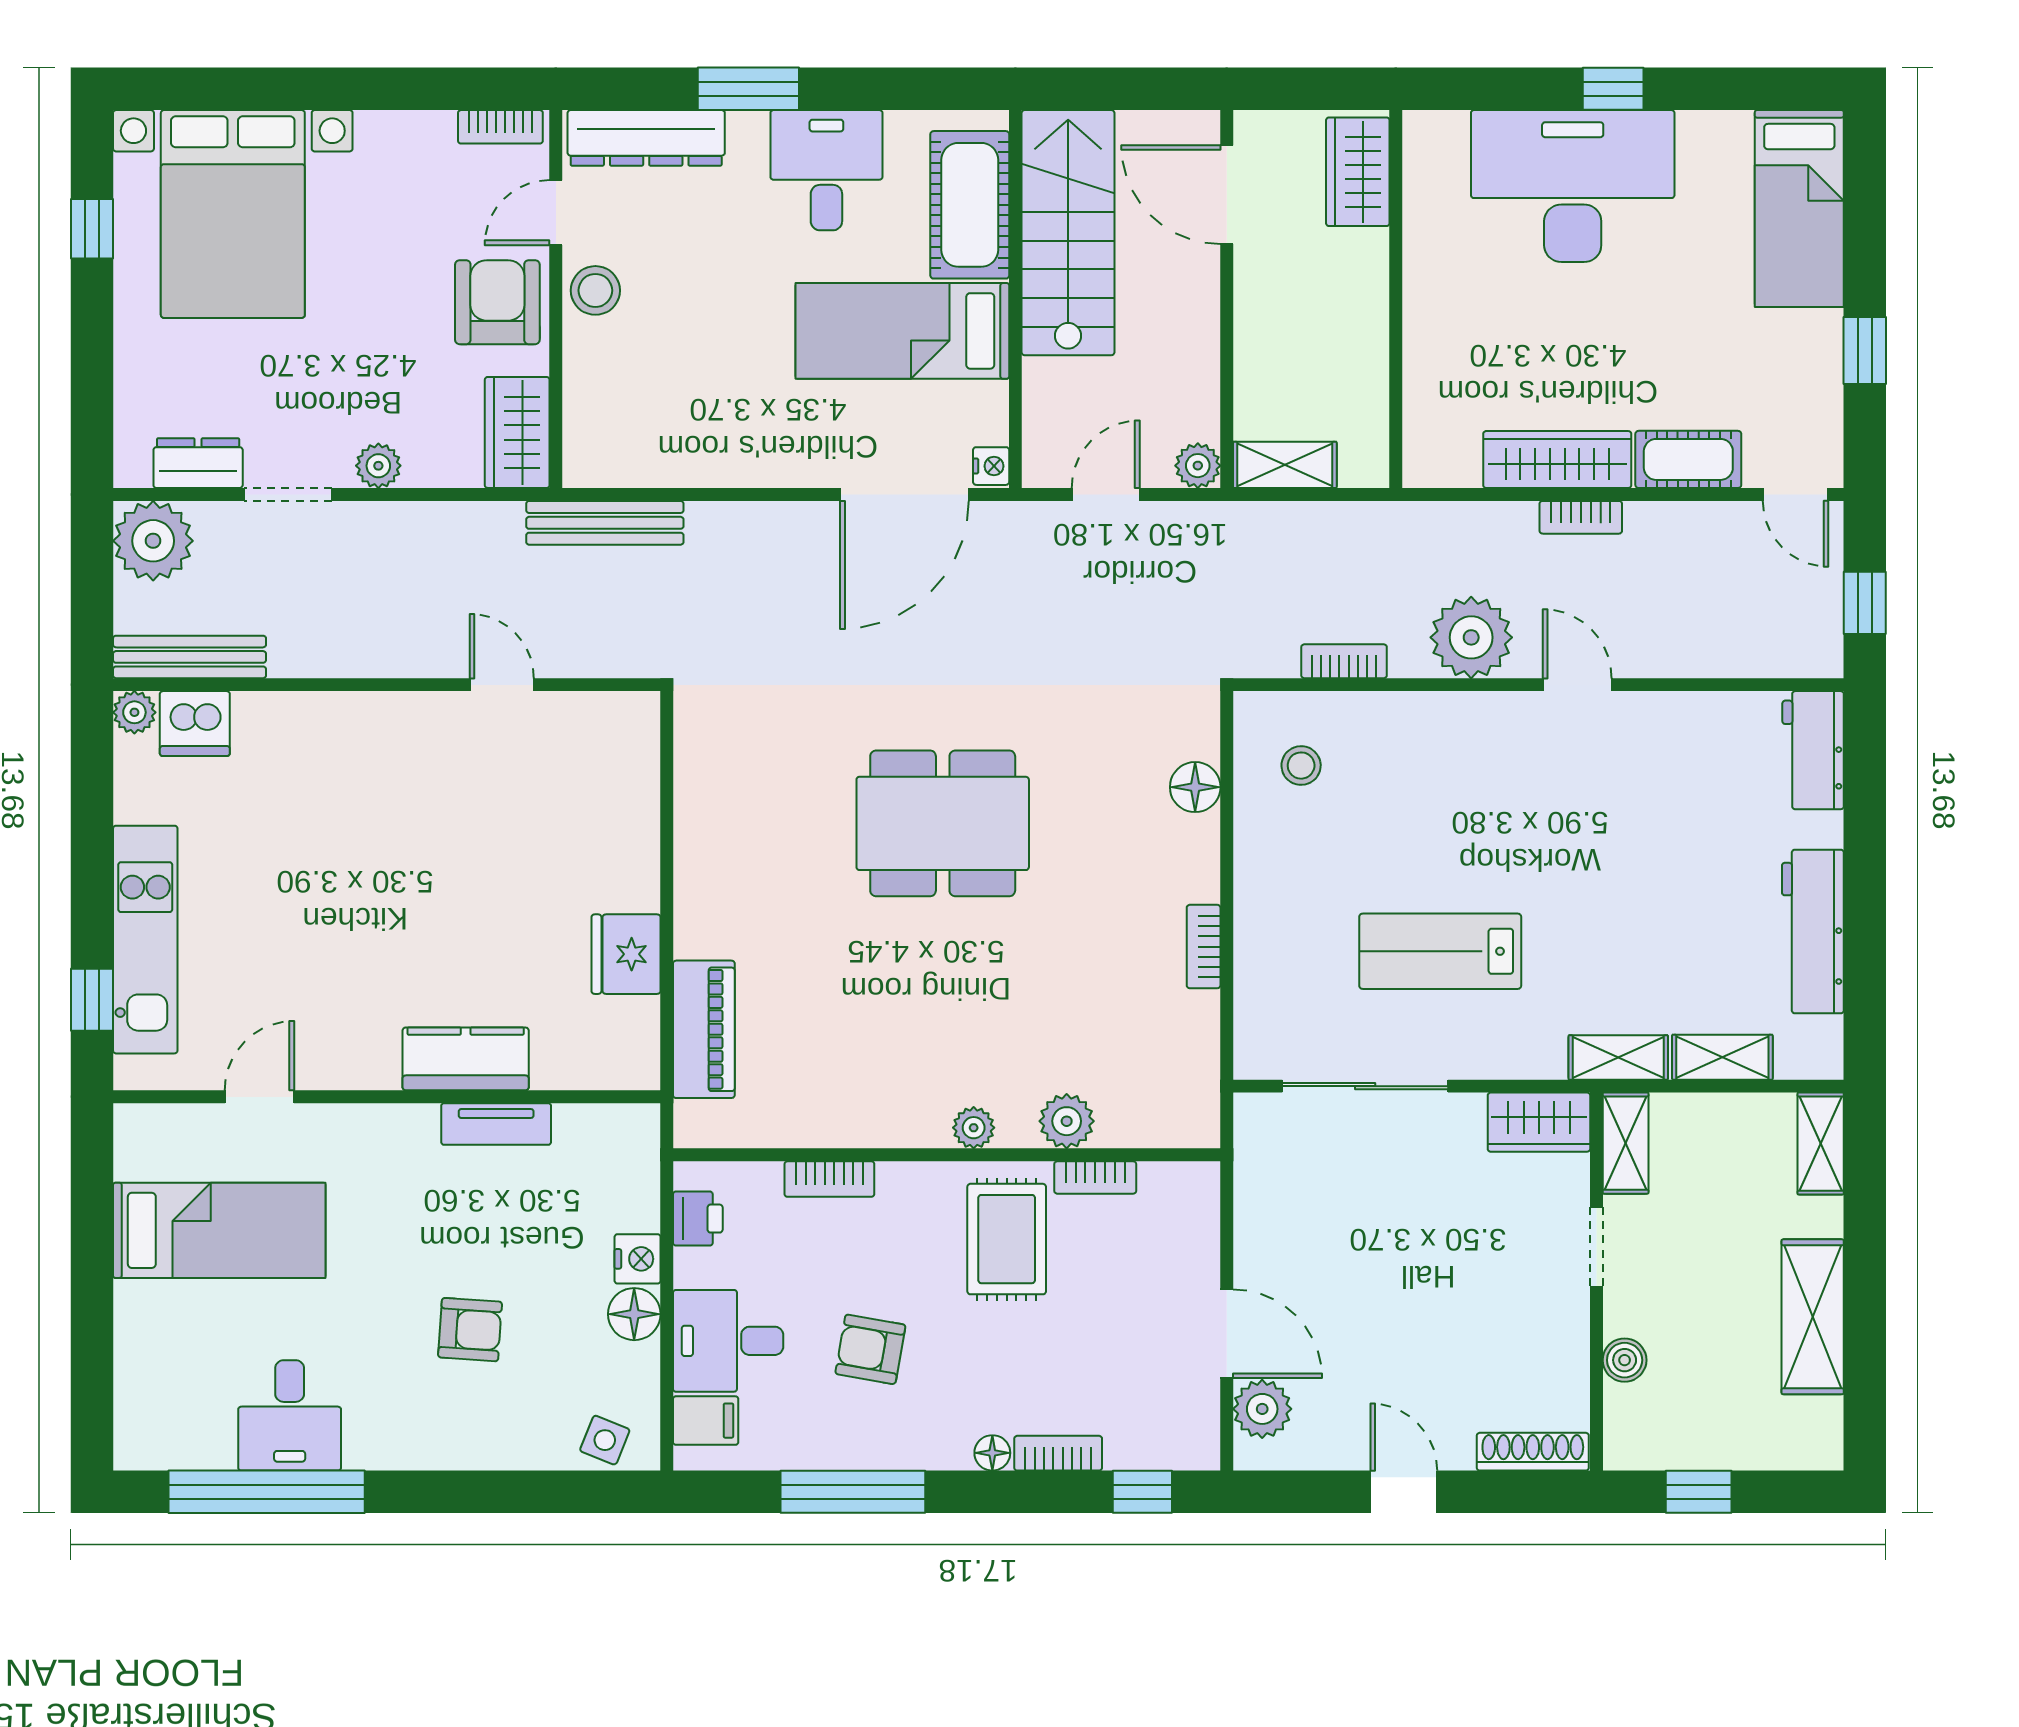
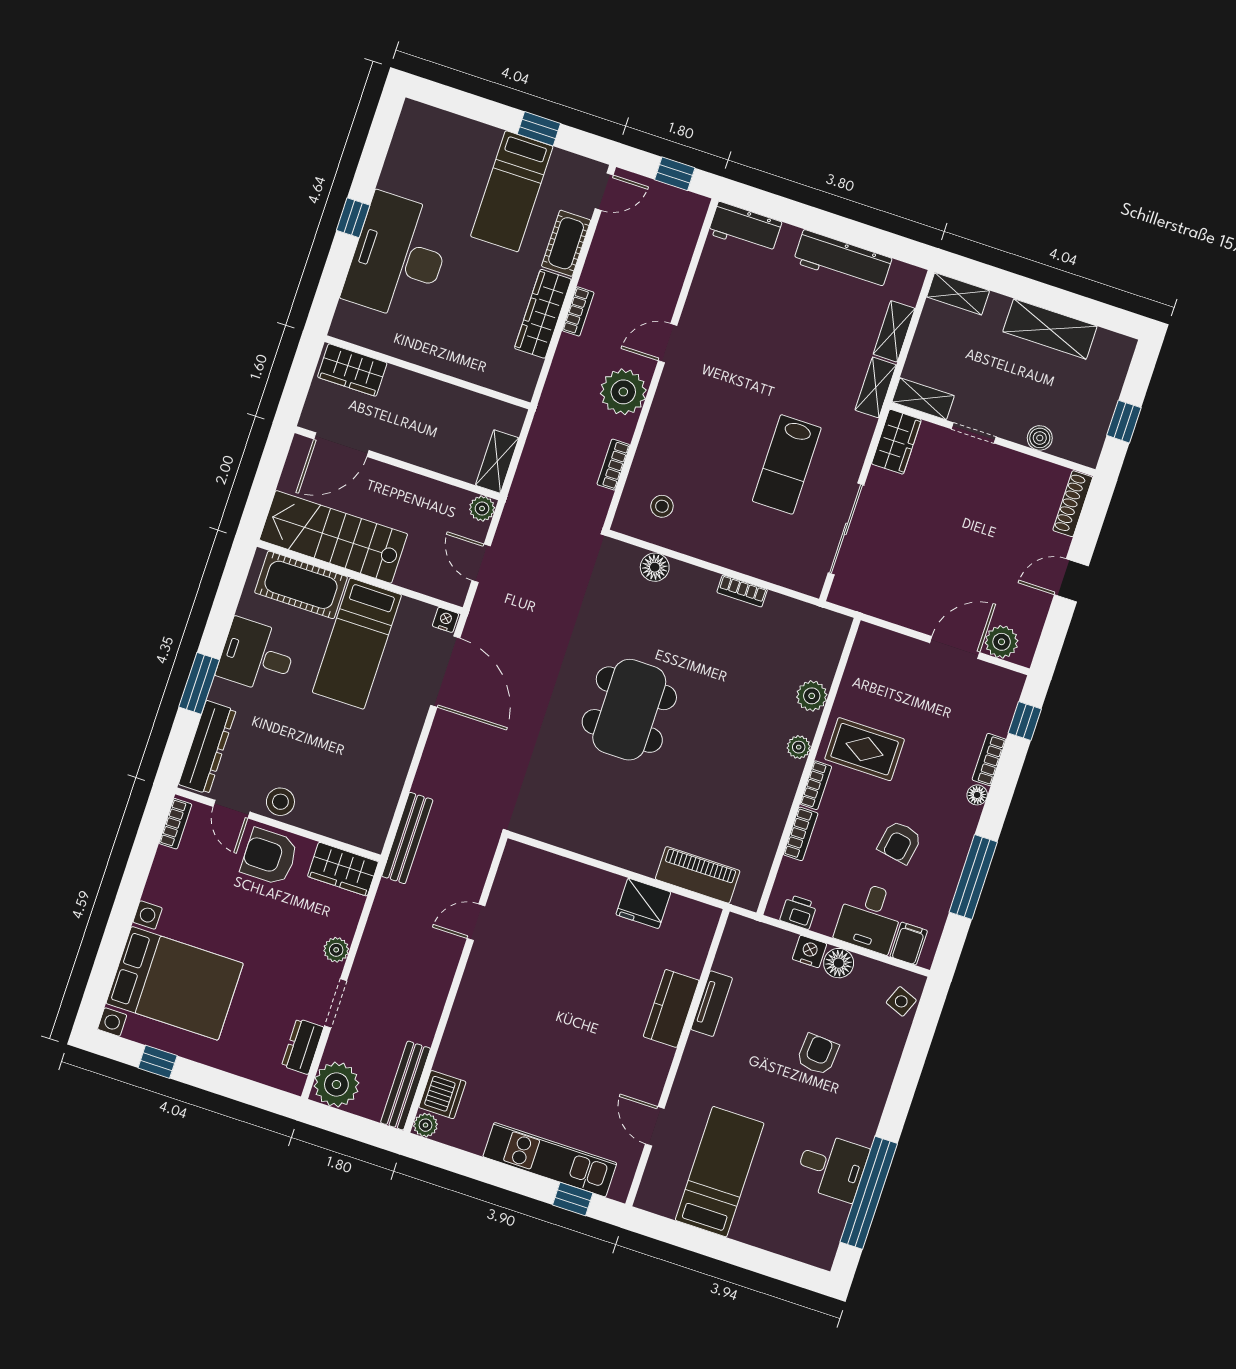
bed: (1799, 208) -> (512, 191), moved, turned 90
bookcase: (1095, 1177) -> (816, 785), moved

